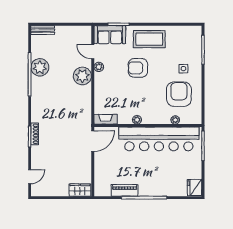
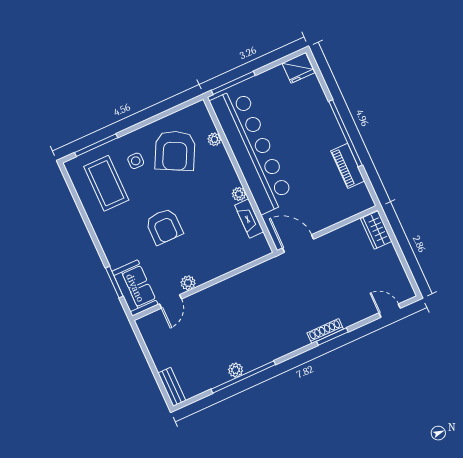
coffee table: (149, 39) -> (106, 183), moved
plant: (40, 67) -> (236, 370), width x0.53, depth x0.53
plant: (82, 76) -> (212, 300), removed
armchair: (179, 94) -> (175, 151), turned -63
fireplace: (106, 119) -> (249, 218), moved

